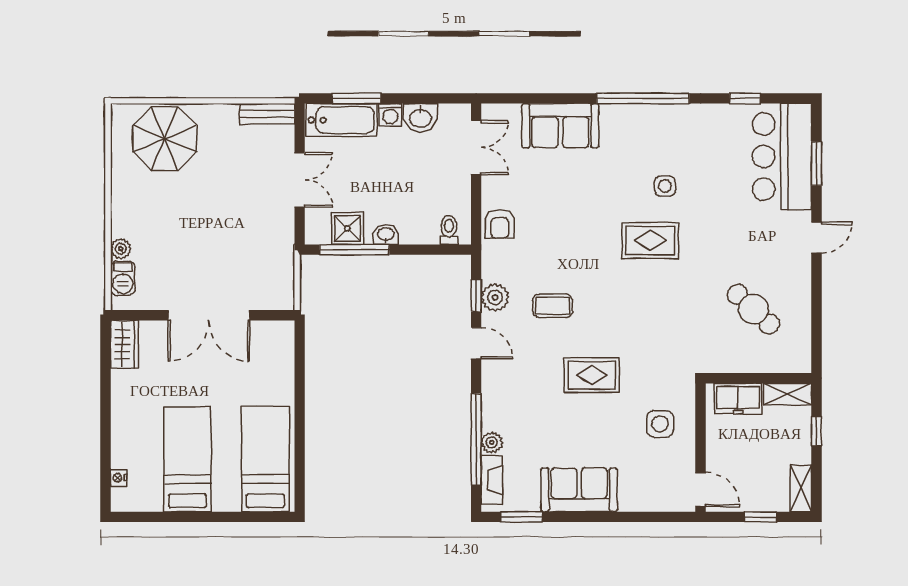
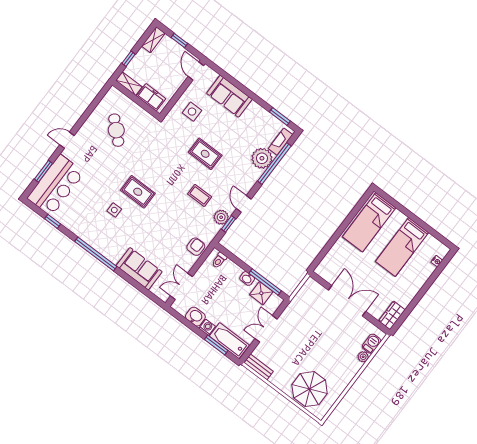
plant: (492, 442) -> (262, 158), width x1.87, depth x1.87
sofa: (579, 490) -> (229, 96), moved

